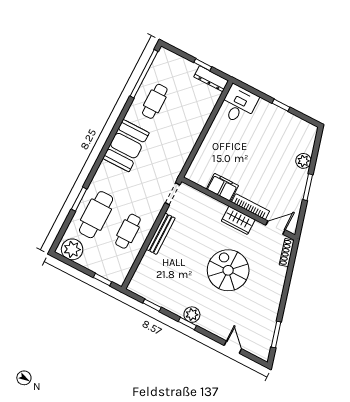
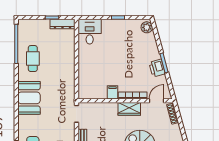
plant: (303, 161) -> (147, 27), moved
filing cabinet: (222, 187) -> (113, 92), width x0.50
printer: (296, 189) -> (157, 68), added

